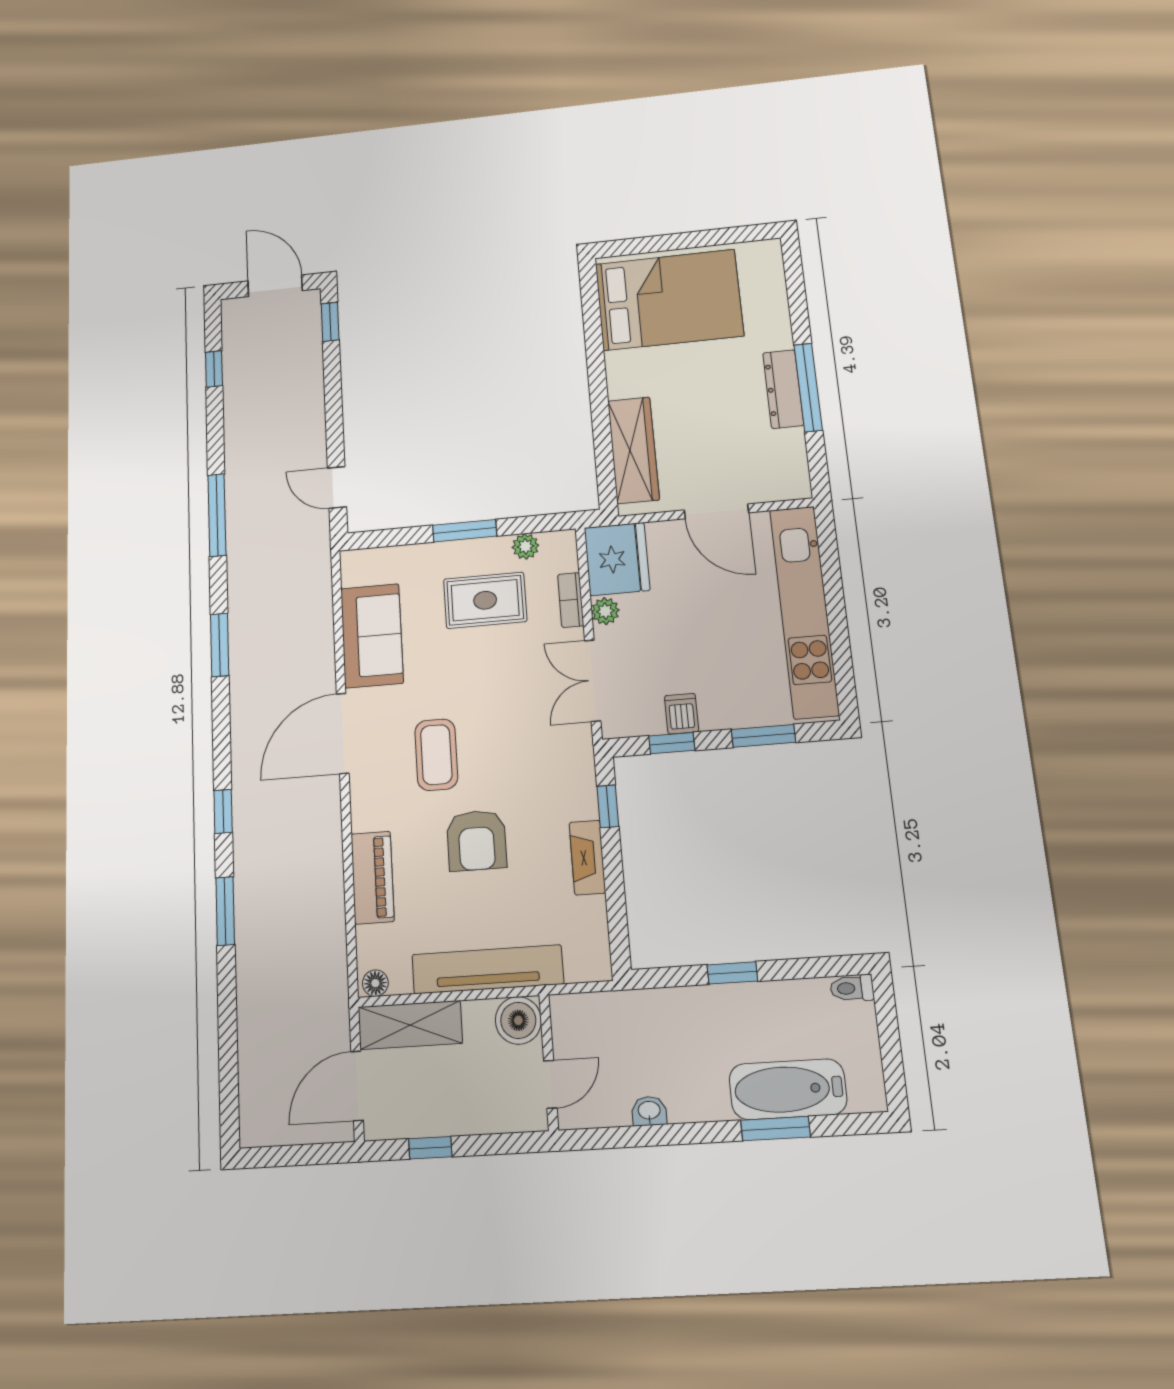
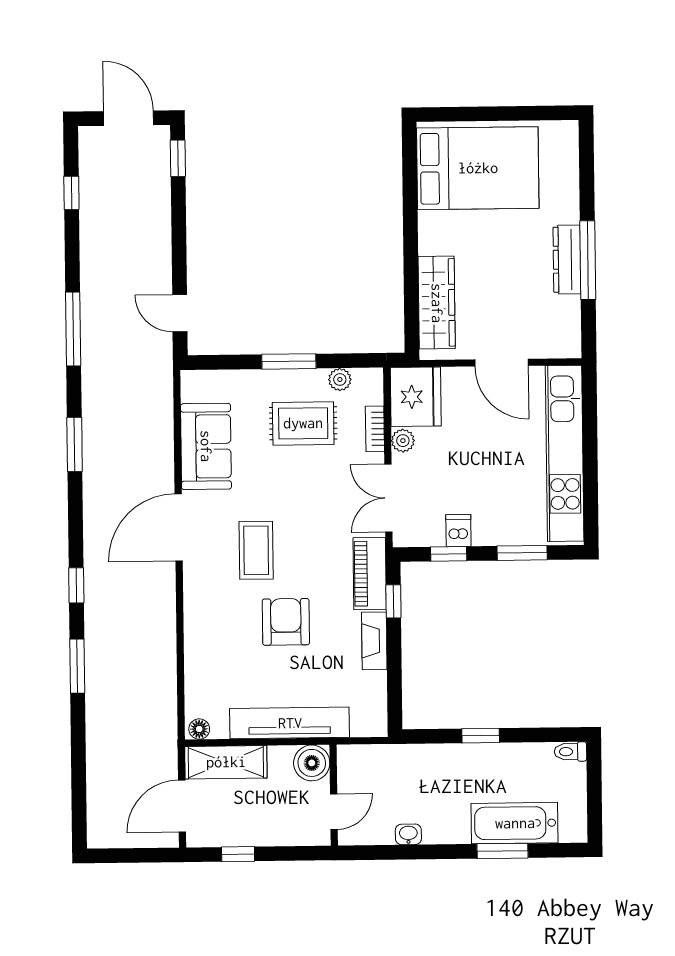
armchair: (476, 840) -> (286, 622), turned 180
piano: (372, 878) -> (370, 574), moved, turned 180

